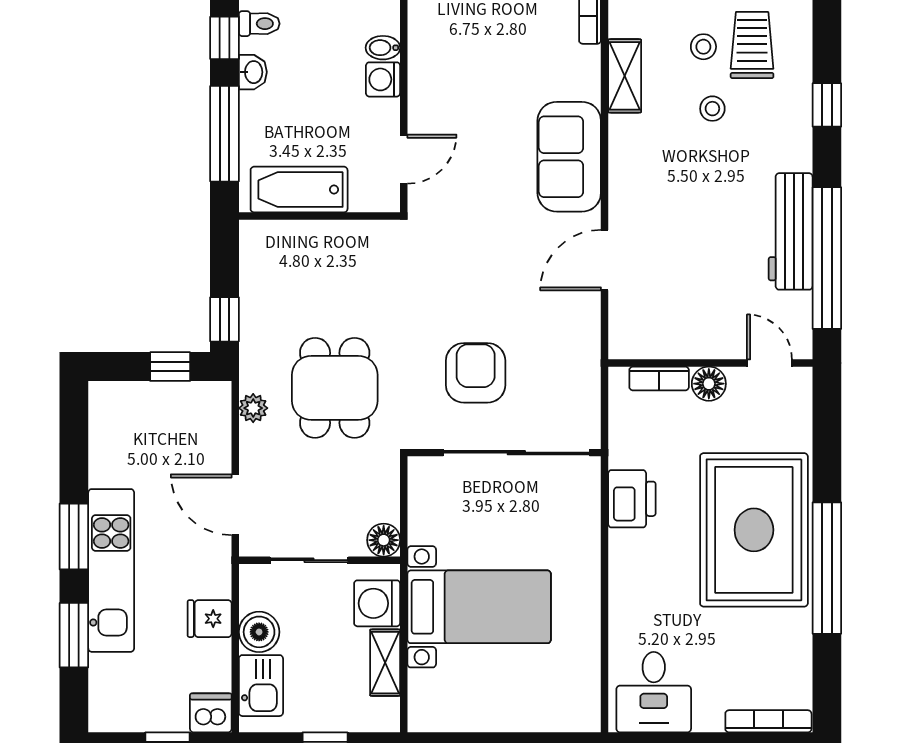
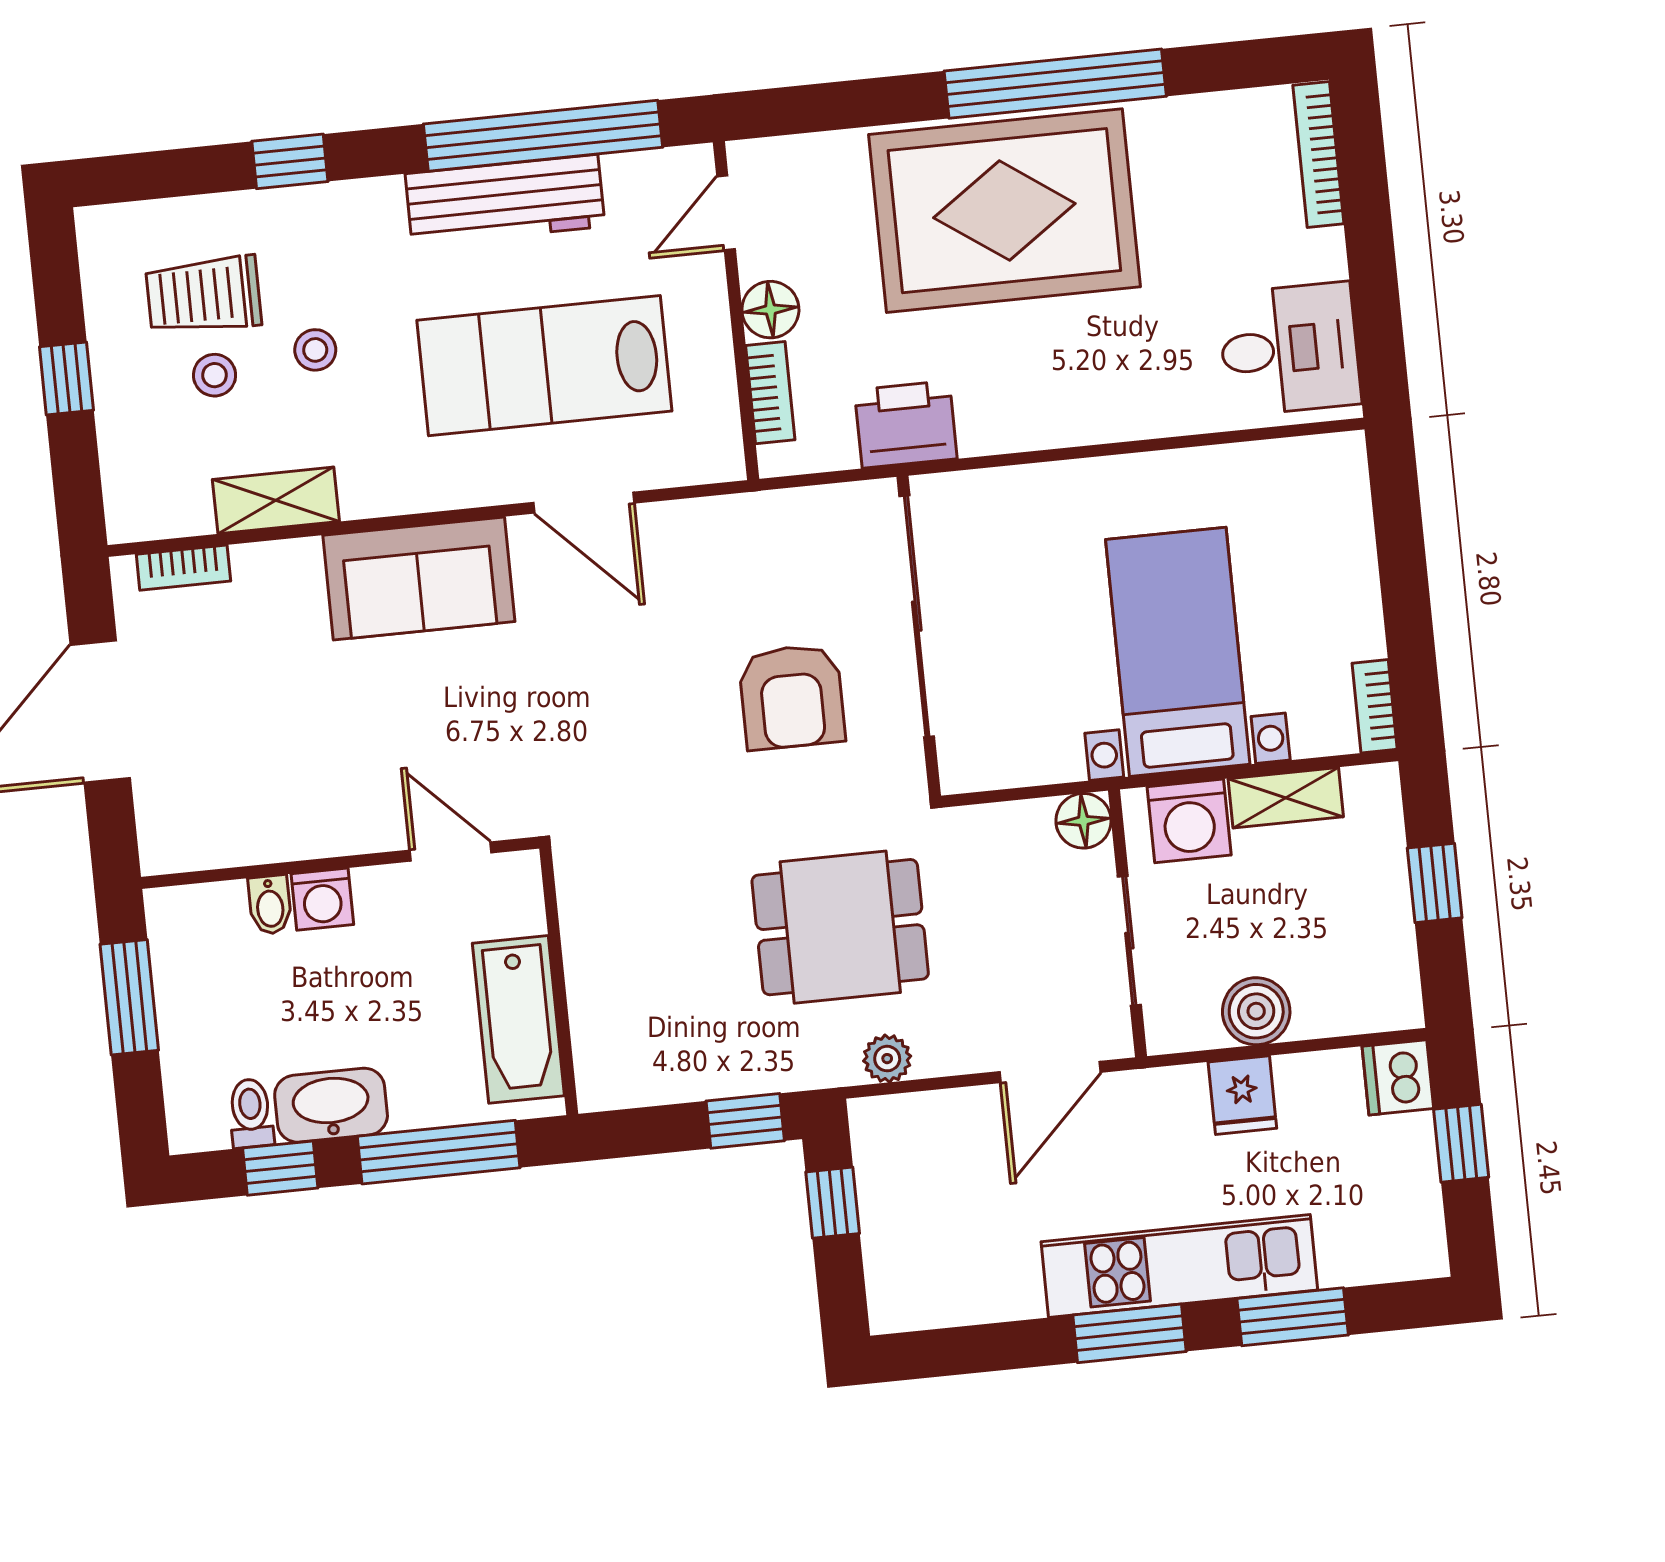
washbasin: (253, 72) -> (331, 1105), width x1.91, depth x1.45
lab bench: (689, 245) -> (544, 366), added
armchair: (476, 373) -> (792, 697), turned -90
printer: (632, 499) -> (906, 424), moved
kitchen sink: (261, 686) -> (1344, 999), removed
bookcase: (435, 721) -> (1375, 706), added

